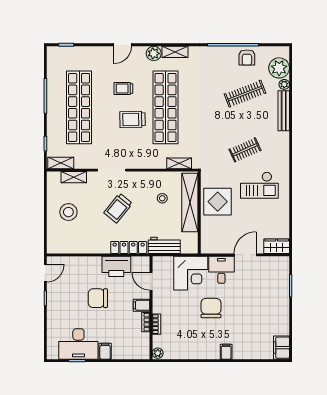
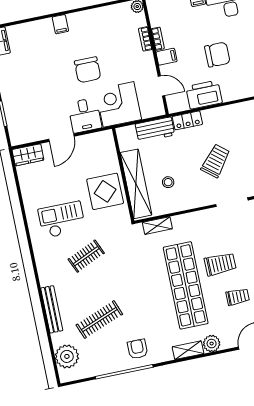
armchair: (247, 57) -> (138, 349), moved
plant: (284, 84) -> (57, 339), removed
locker: (129, 247) -> (187, 120), width x0.66

